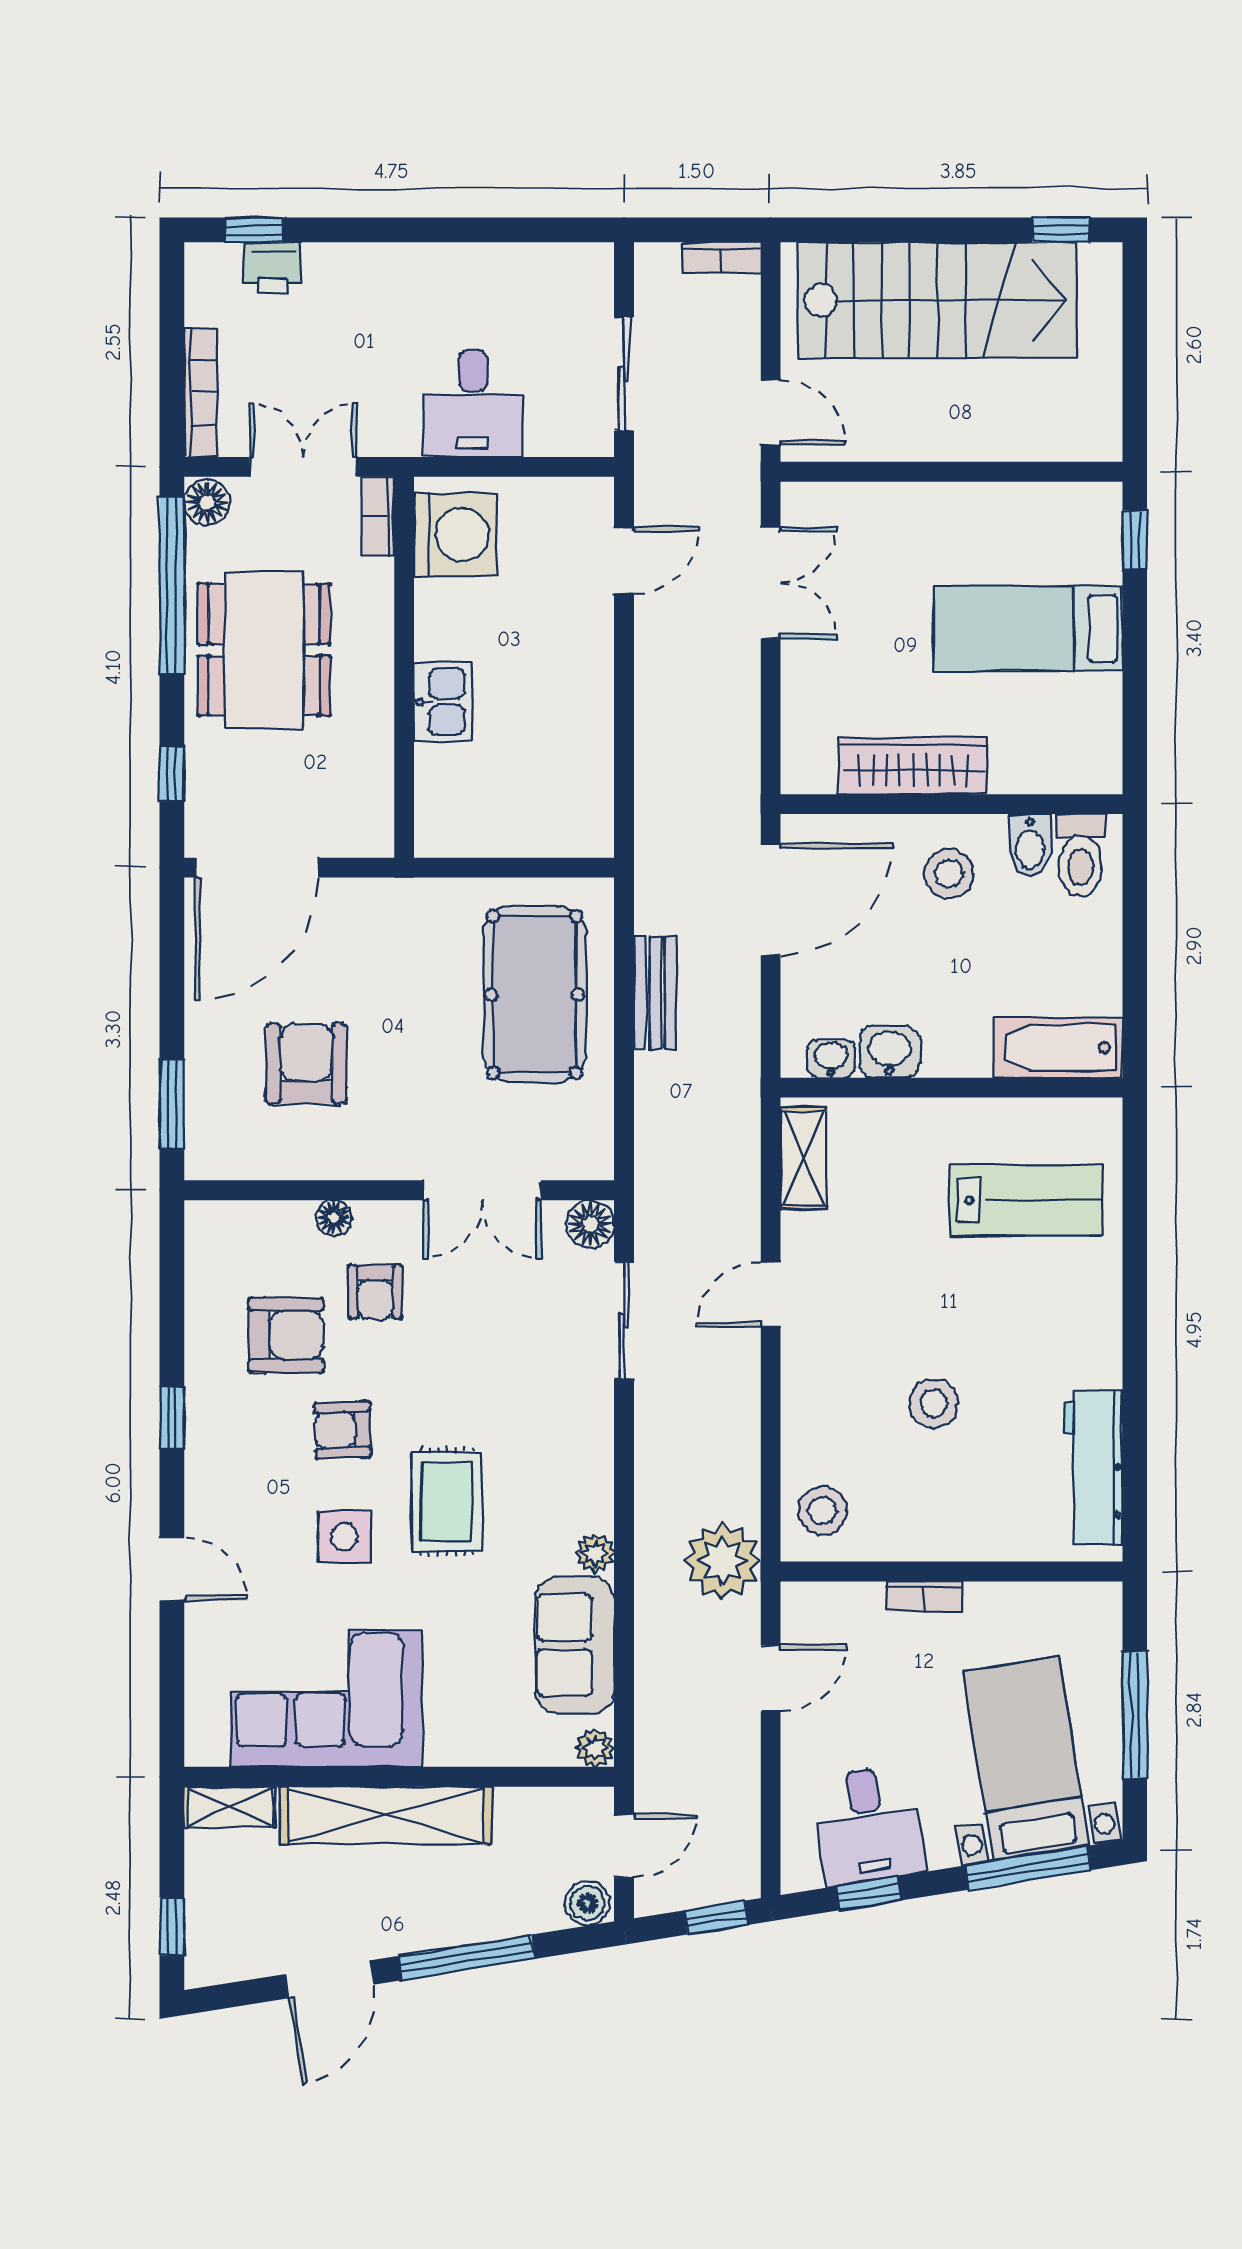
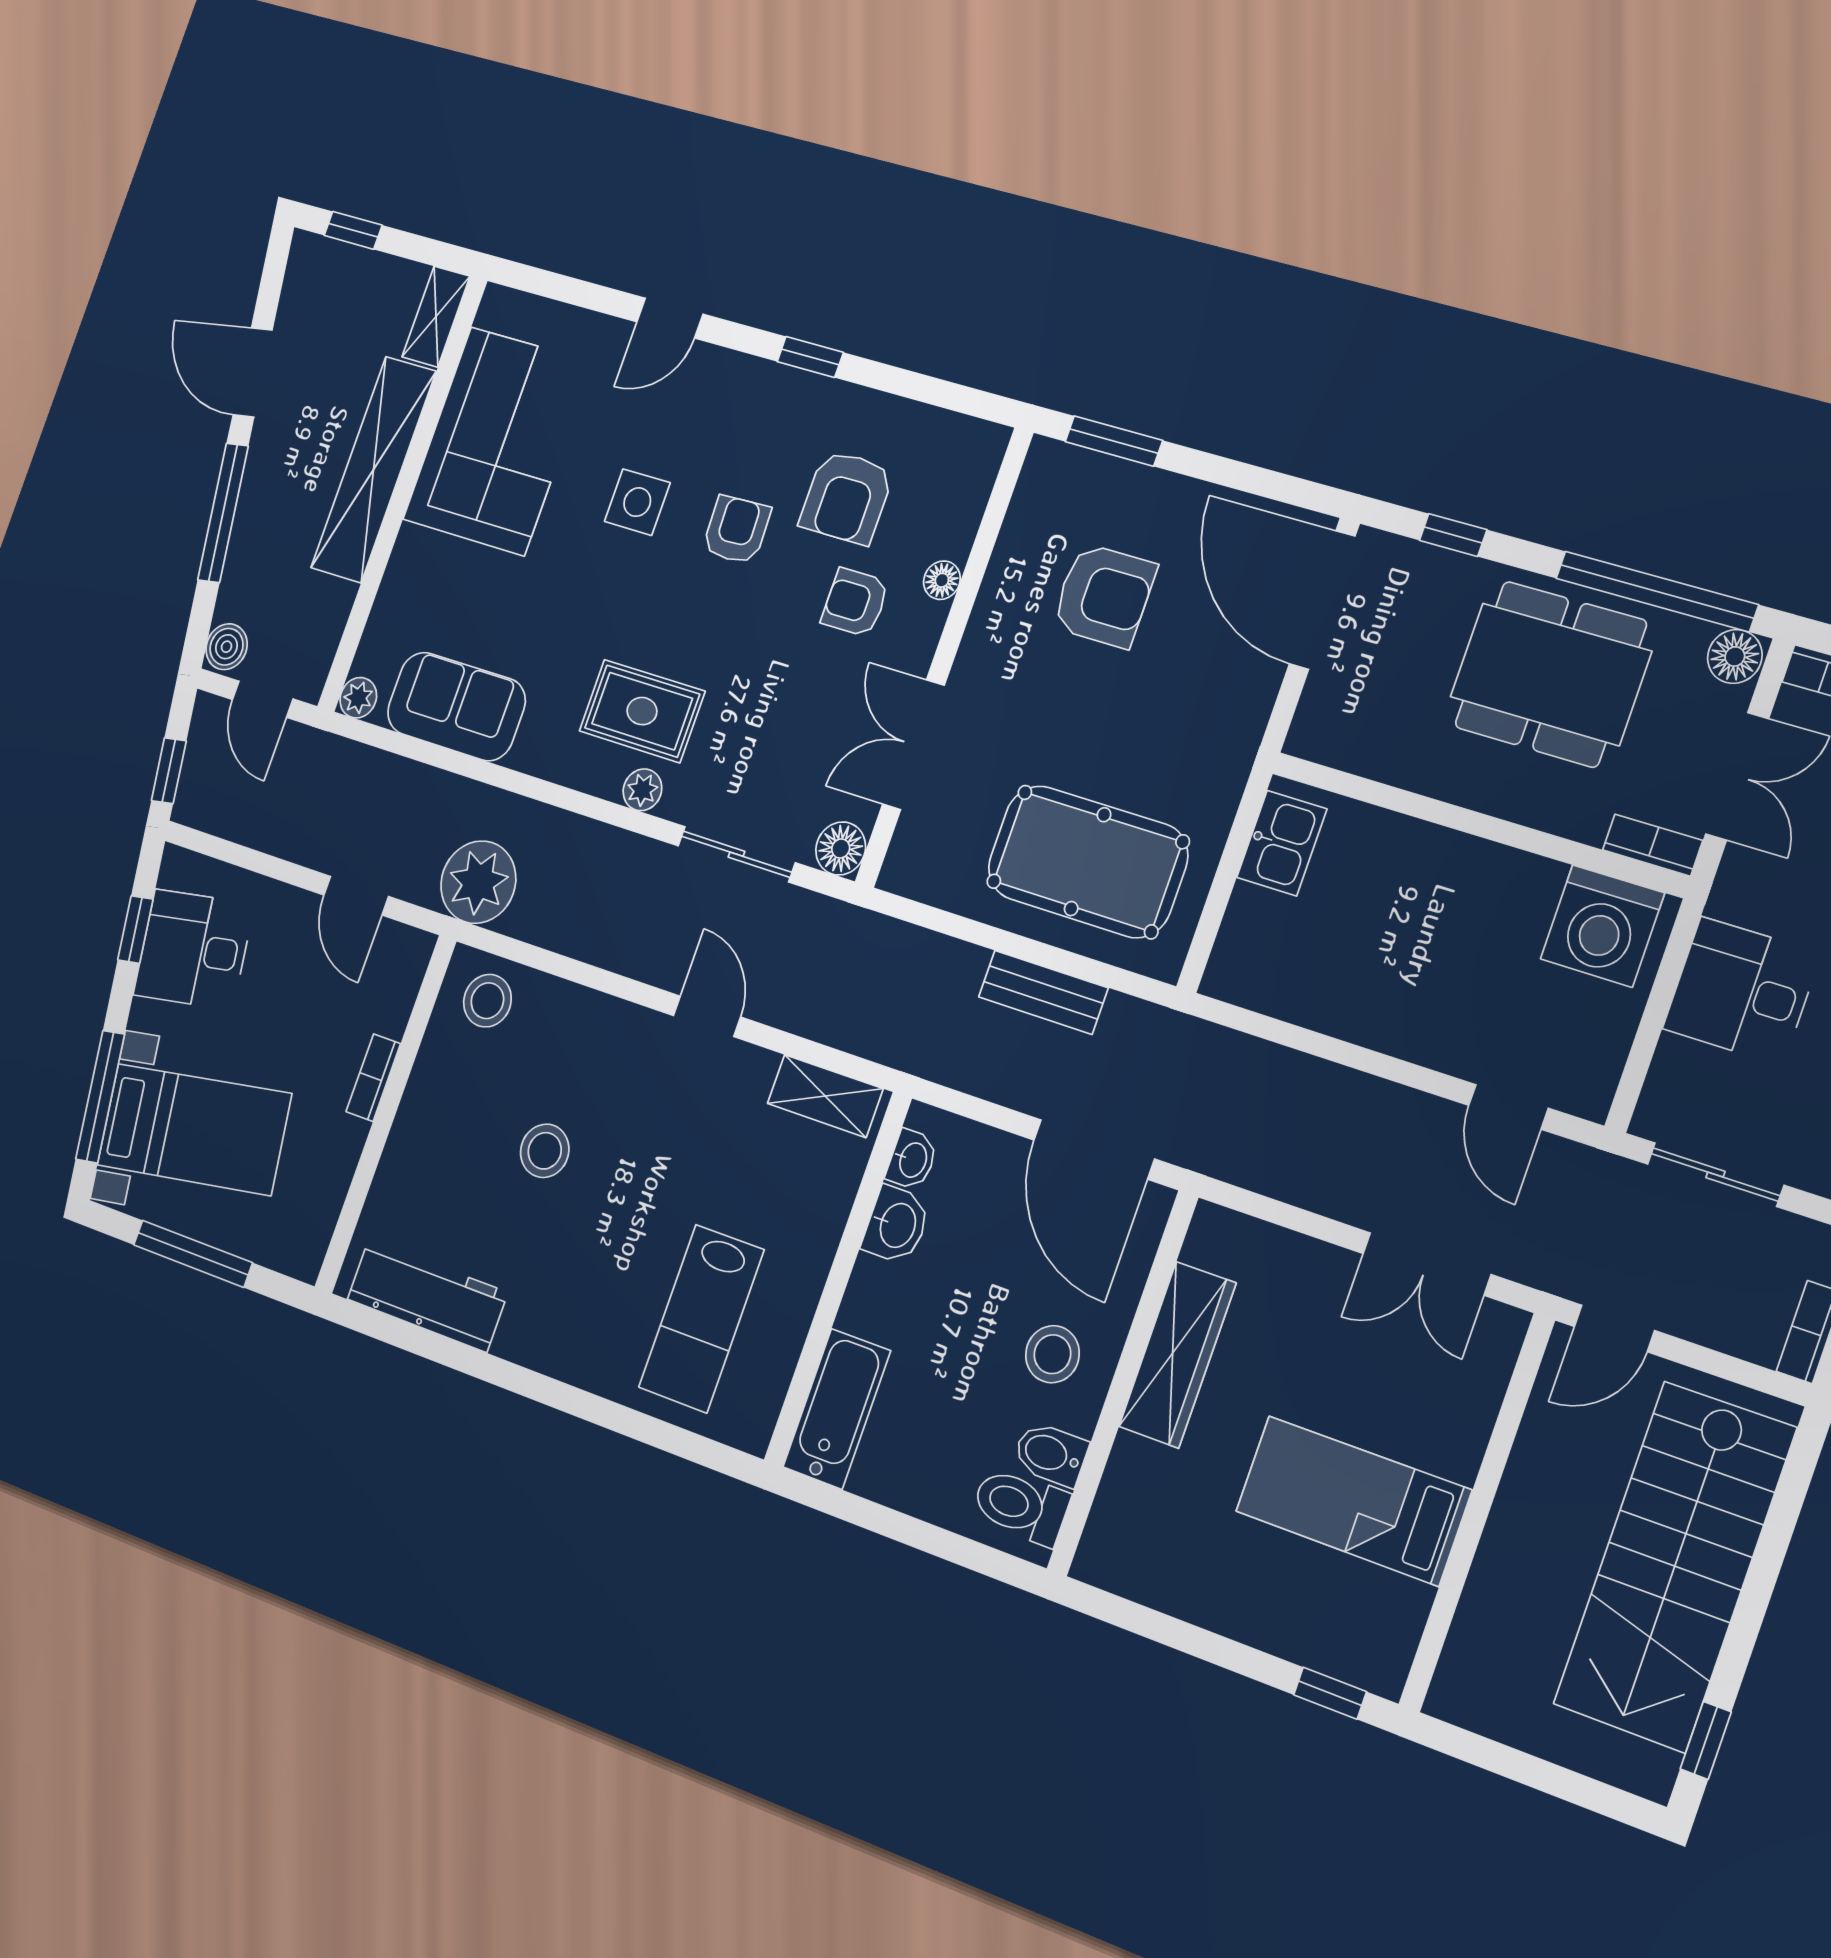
bed: (1028, 628) -> (1353, 1501), moved, turned -90
kitchen sink: (443, 702) -> (1282, 843), moved, turned -90
rug: (447, 1502) -> (642, 711), moved
plant: (595, 1553) -> (642, 790), moved

